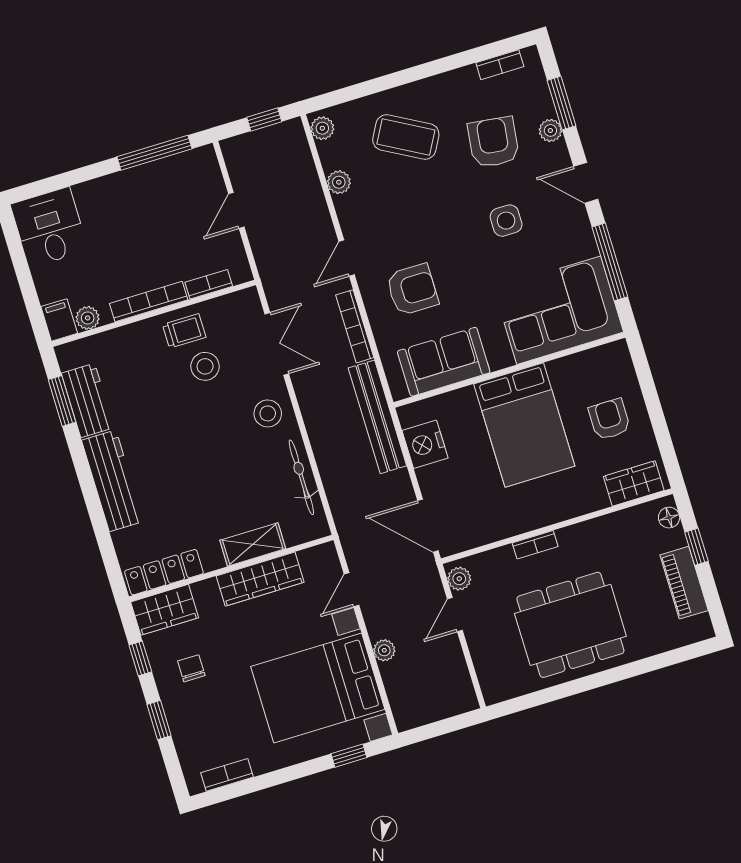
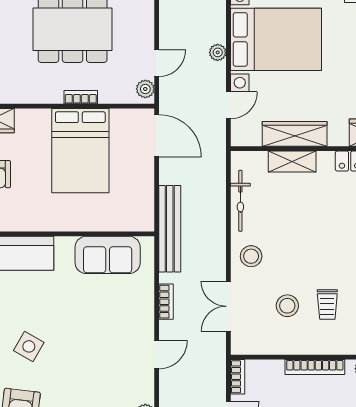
side table: (506, 221) -> (29, 346), turned 30
bookcase: (209, 284) -> (238, 377), moved, turned -90
armchair: (412, 290) -> (115, 316), removed
bookcase: (355, 326) -> (166, 302), width x0.64
trolley: (184, 331) -> (327, 304), moved, turned -90
bed: (524, 425) -> (80, 151), moved, turned 180
nightstand: (425, 444) -> (140, 197), removed

